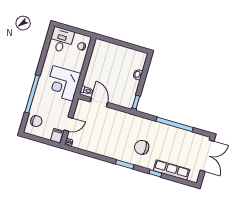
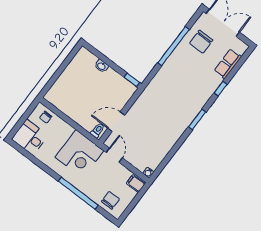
door: (68, 124) -> (114, 155), moved
chair: (142, 147) -> (201, 42), moved
row of seats: (171, 170) -> (228, 64), width x0.68

